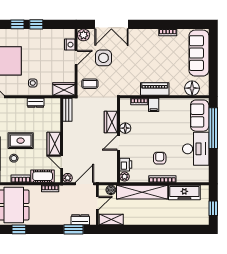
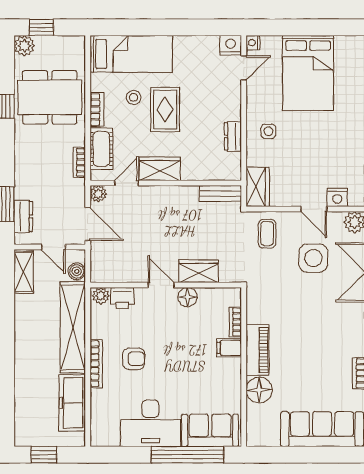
floor lamp: (192, 88) -> (259, 390), moved

